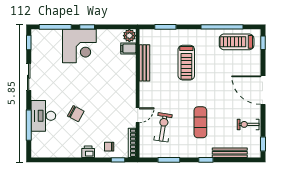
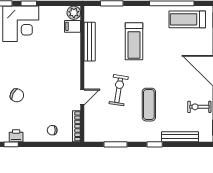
exercise bike: (163, 127) -> (119, 90), moved
printer: (88, 152) -> (16, 136), moved
window: (118, 160) -> (11, 144), moved

